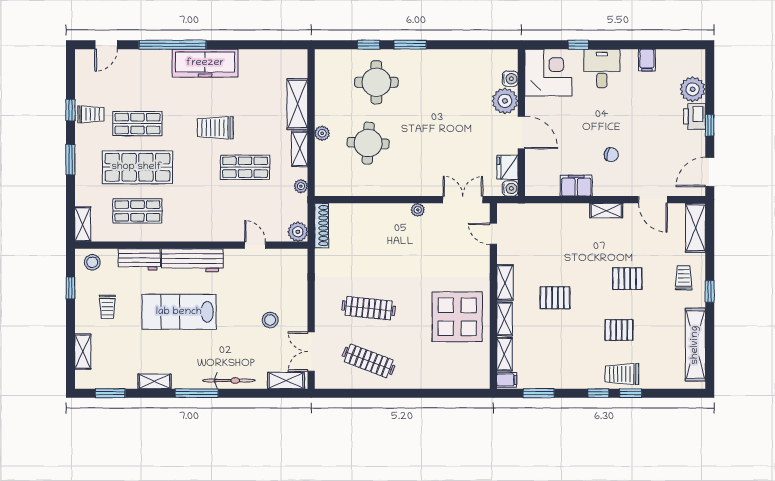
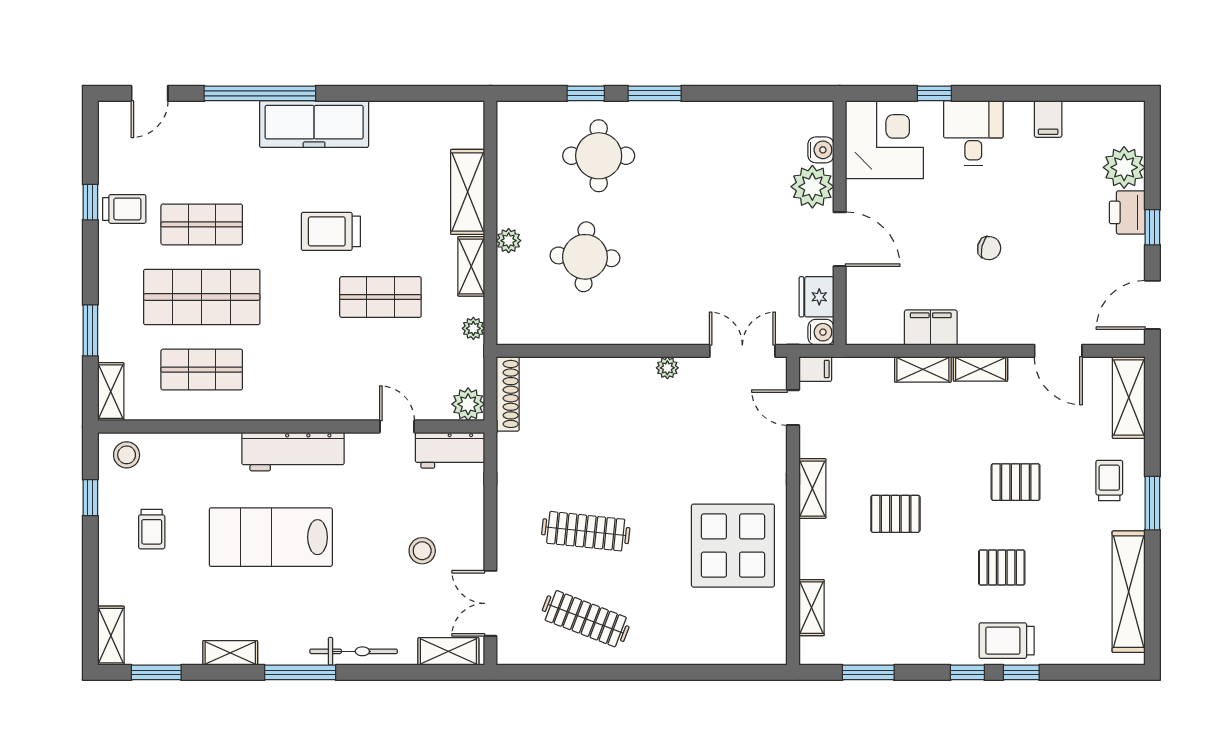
chair: (611, 155) -> (989, 248), moved
window: (70, 160) -> (90, 330), moved
workbench: (139, 259) -> (450, 450), moved
window: (710, 291) -> (1152, 503), width x1.50
shelving: (505, 319) -> (923, 369), moved, turned 90
shelving: (83, 352) -> (111, 636), moved
filing cabinet: (507, 380) -> (815, 369), moved

